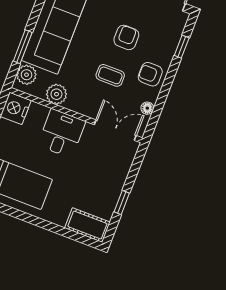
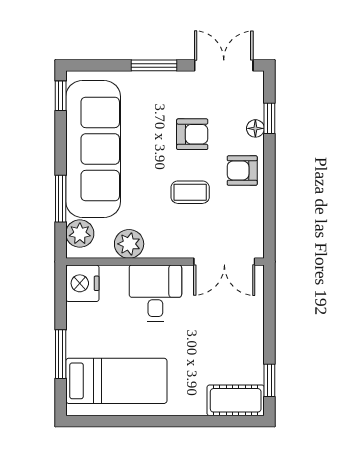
armchair: (126, 37) -> (192, 134), turned 90
floor lamp: (147, 108) -> (255, 128), moved
double door: (115, 130) -> (224, 262), swing flipped
window: (122, 202) -> (269, 380), moved

